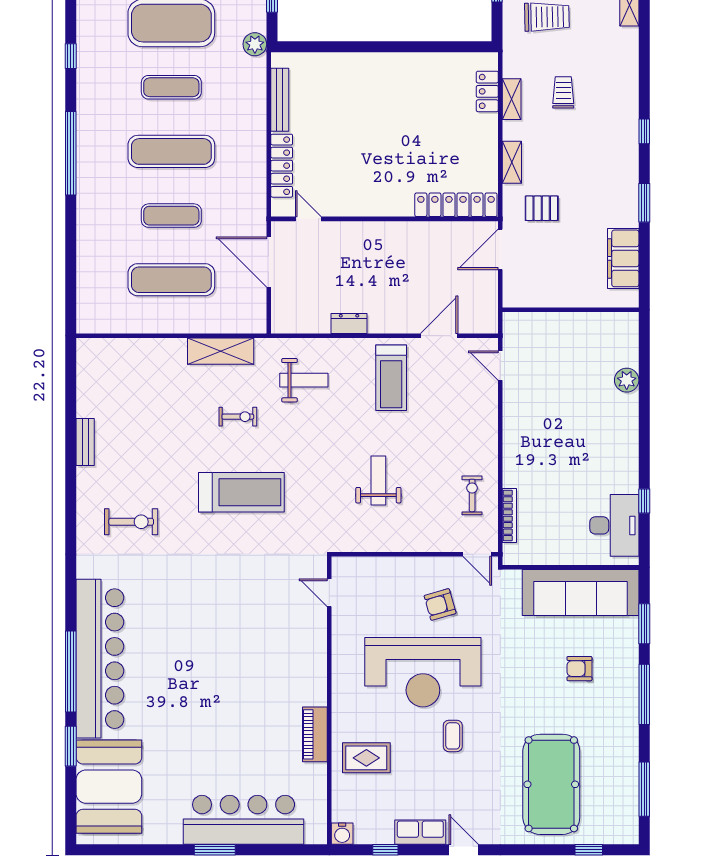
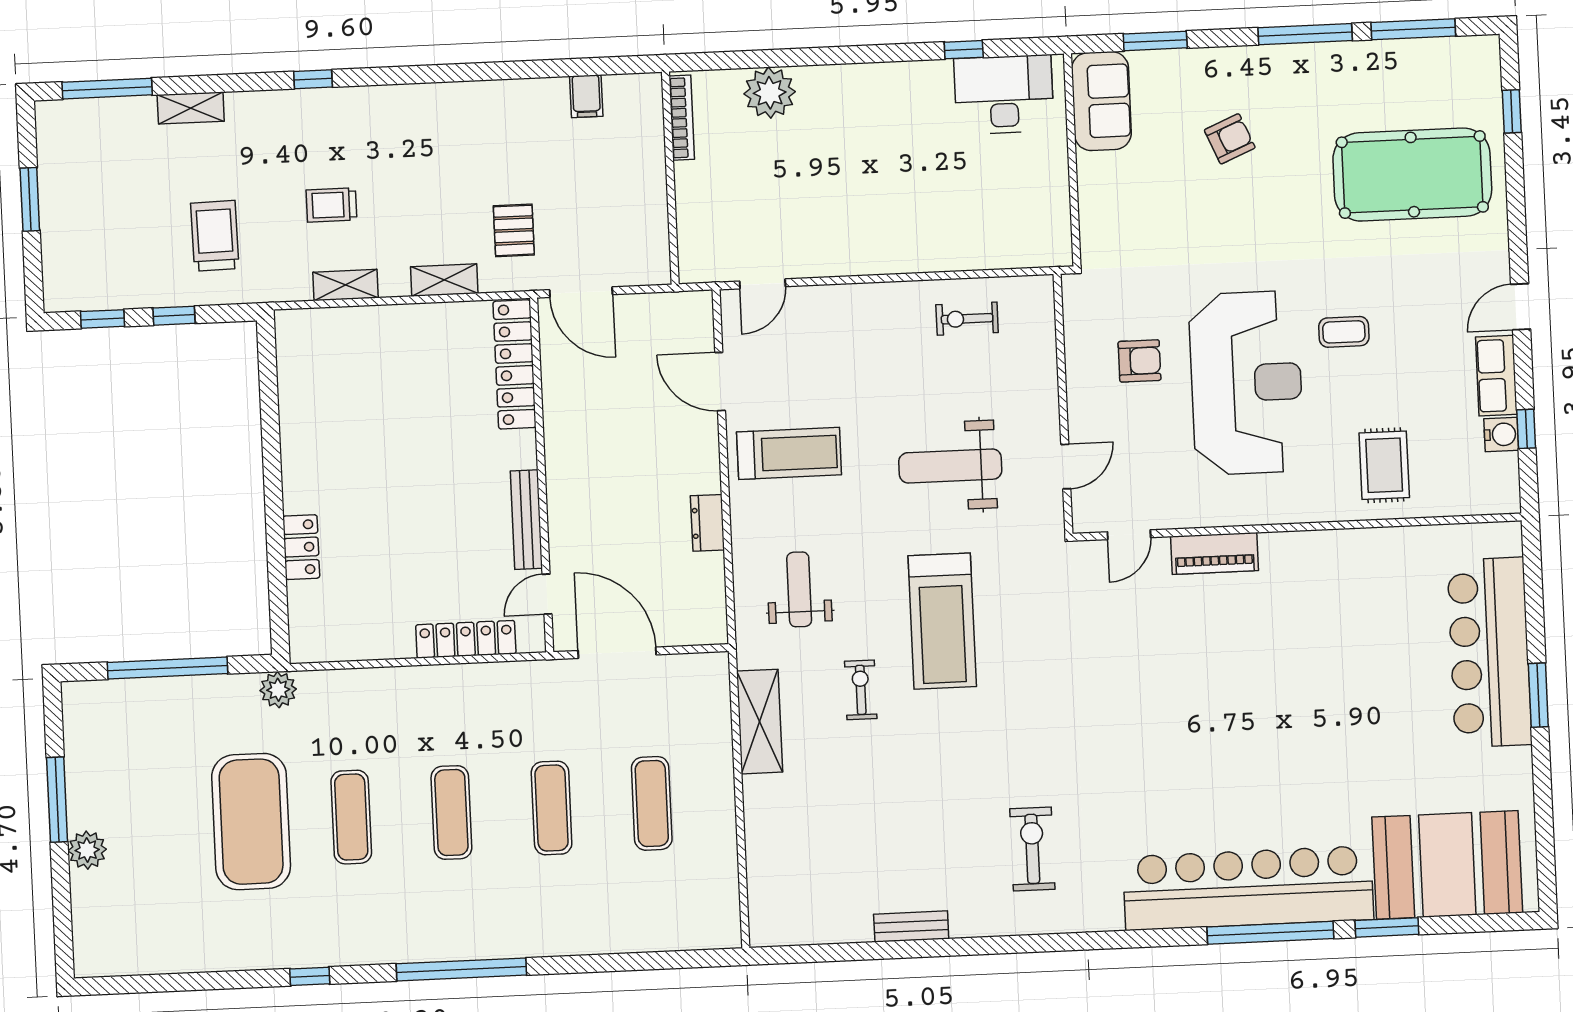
locker: (487, 91) -> (301, 547), moved, turned -90
bench: (280, 100) -> (526, 520), moved, turned 90
window: (644, 131) -> (313, 79), moved
exercise mat: (171, 151) -> (451, 813), width x0.73, depth x0.69
window: (644, 203) -> (498, 71), removed
filing cabinet: (623, 258) -> (586, 96), width x0.33, depth x0.86
door: (269, 262) -> (617, 653), swing flipped
exercise mat: (171, 280) -> (652, 803), width x0.73, depth x0.69
plant: (627, 380) -> (770, 93), width x1.36, depth x1.36
weight bench: (378, 480) -> (950, 466), width x1.36, depth x1.33
treadmill: (241, 492) -> (942, 621), moved, turned 180
bookcase: (509, 515) -> (682, 118), moved, turned 90
door: (477, 554) -> (1066, 467), moved
sofa: (581, 593) -> (1101, 101), width x0.54, depth x0.79
armchair: (440, 604) -> (1139, 361), turned -74
armchair: (579, 669) -> (1230, 139), turned -113
window: (644, 694) -> (1305, 34), moved
piano: (315, 734) -> (1215, 553), moved
water cooler: (342, 834) -> (1501, 434), moved

